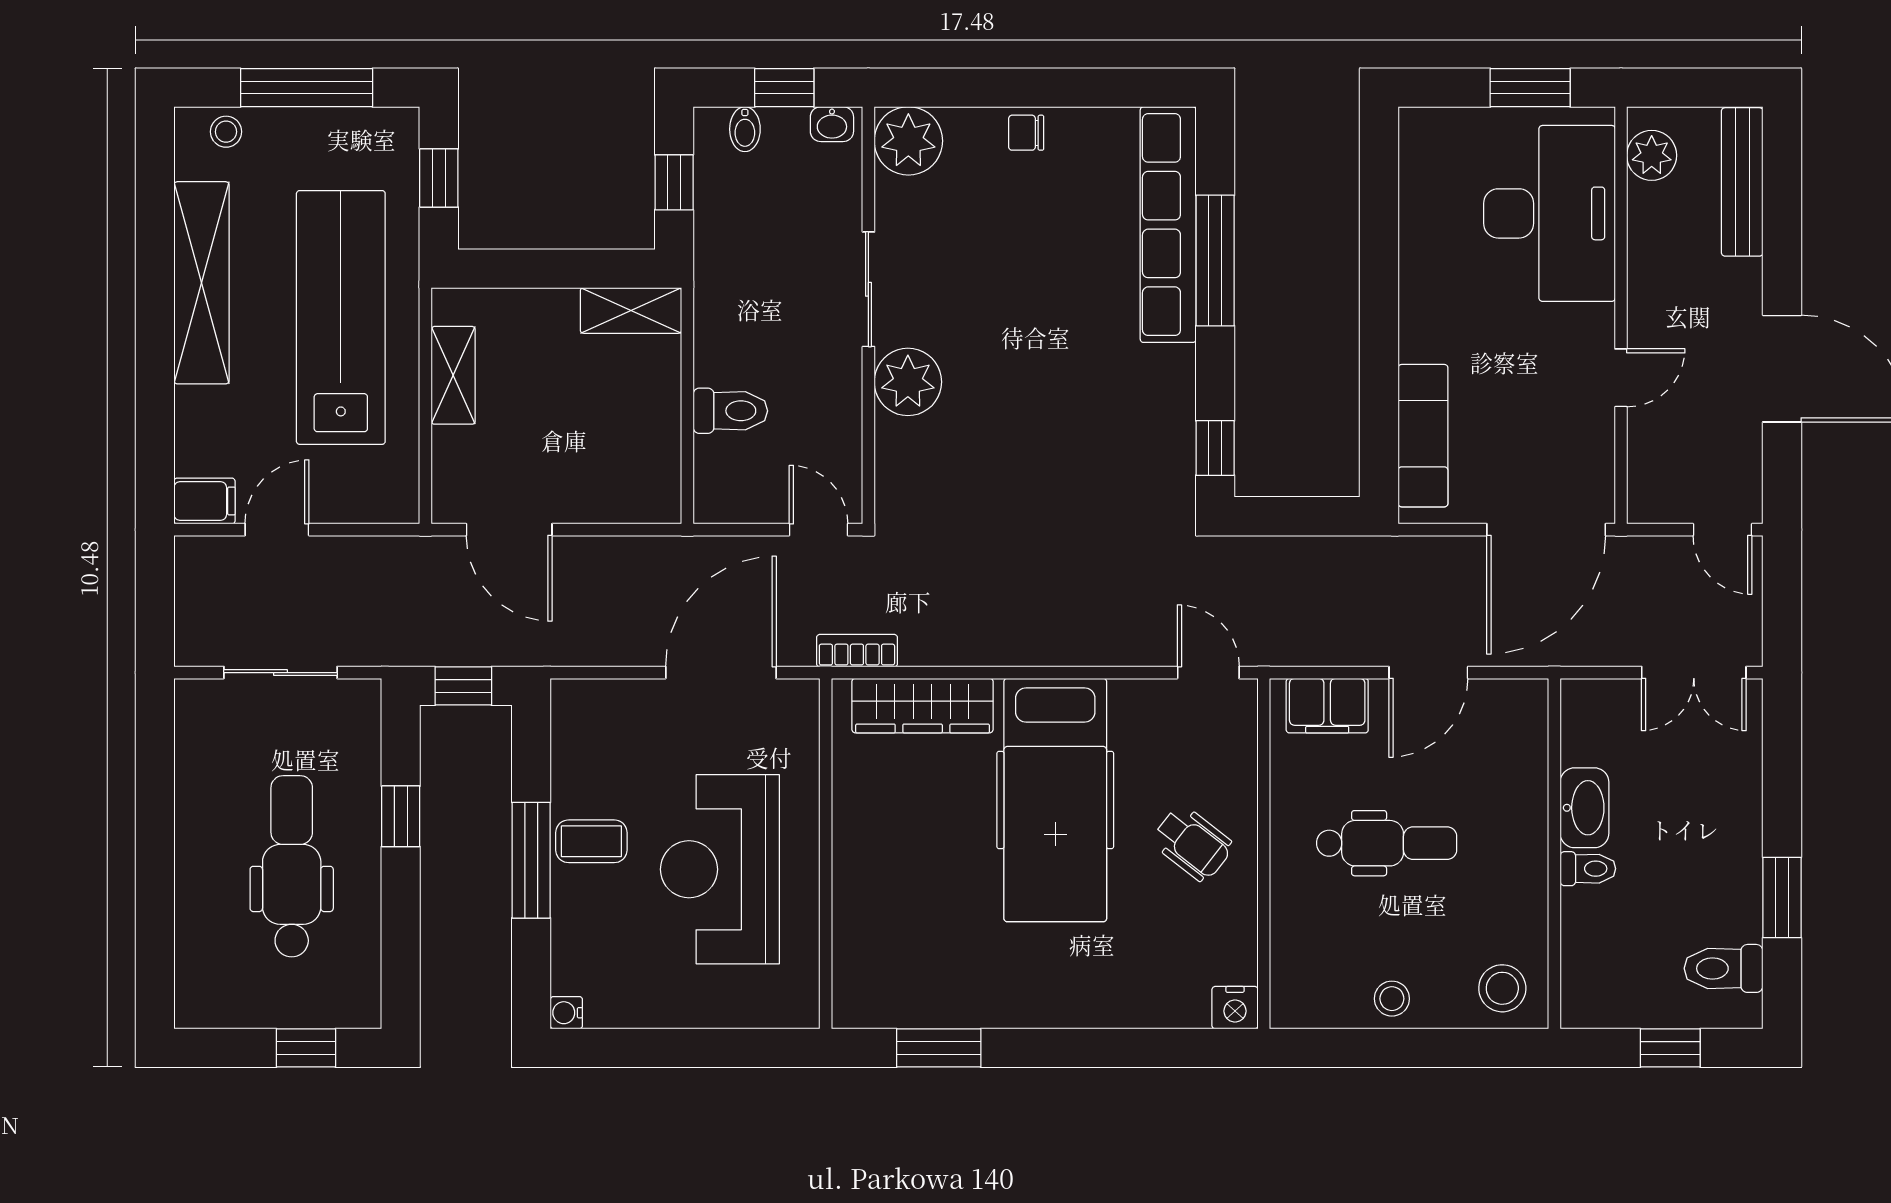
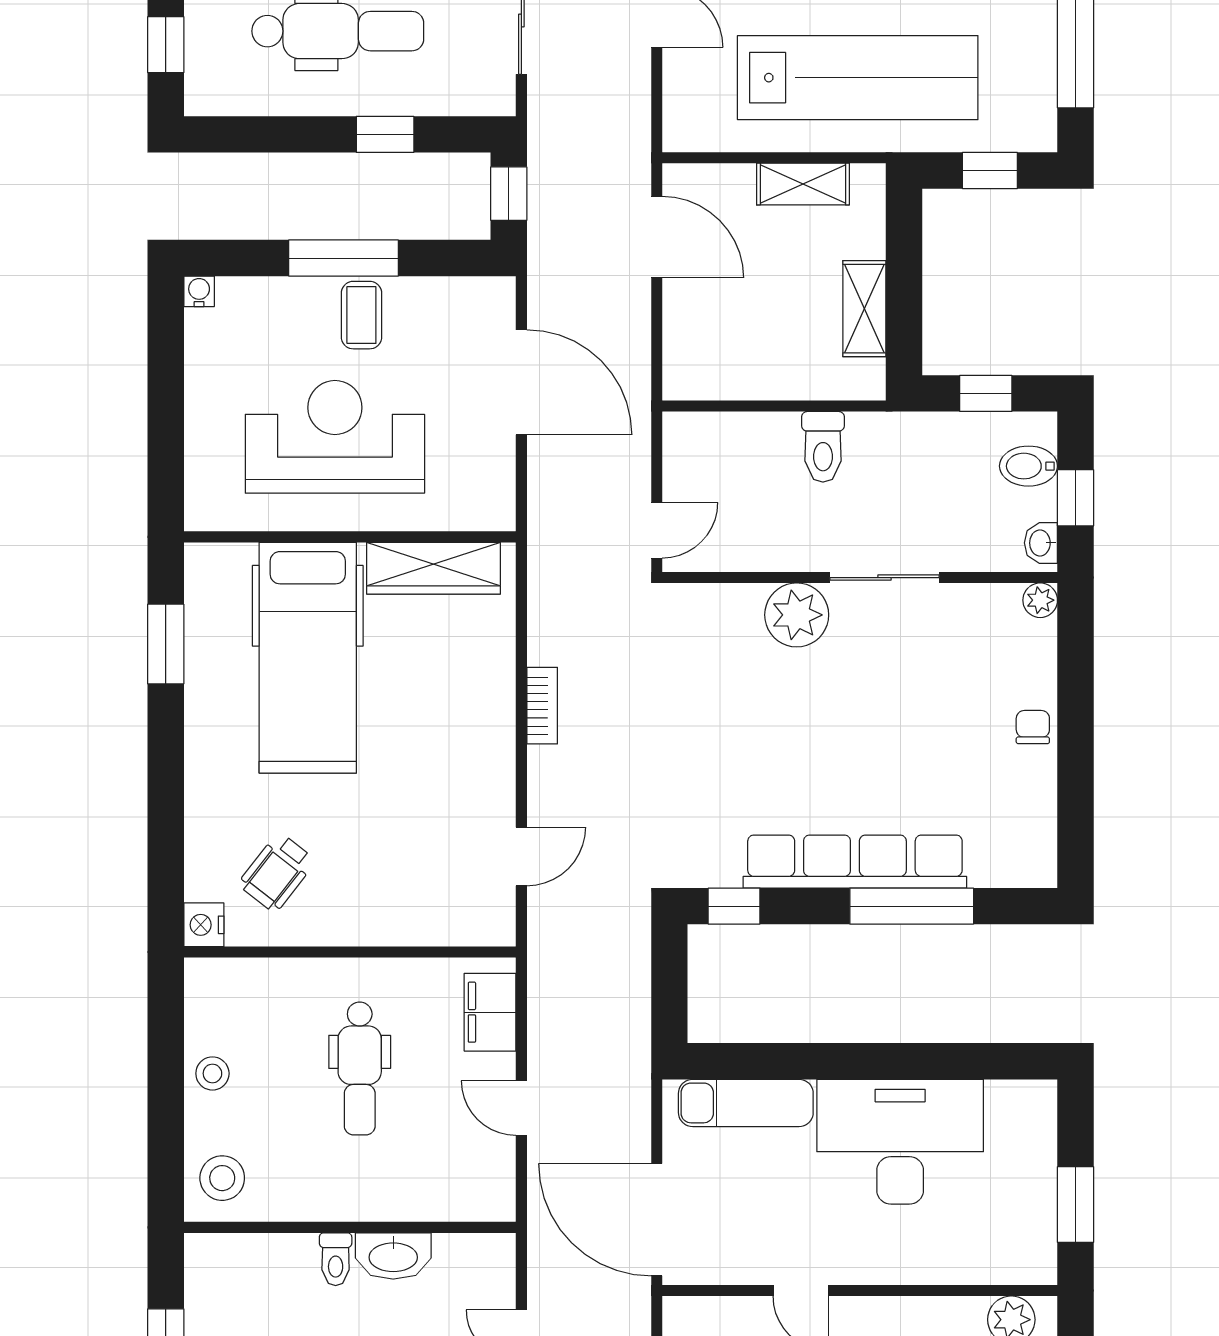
bidet: (745, 129) -> (1028, 466), width x1.38, depth x1.36
plant: (908, 141) -> (1040, 600), width x0.53, depth x0.53
desk: (1549, 213) -> (900, 1142), moved, turned 180
row of seats: (1168, 225) -> (855, 862), moved
shelving: (631, 310) -> (864, 309), moved
toilet: (730, 411) -> (823, 447), moved
door: (509, 530) -> (657, 237), swing flipped
bookcase: (857, 651) -> (542, 706), moved
door: (721, 673) -> (521, 382), moved
door: (1208, 673) -> (521, 856), moved
door: (1428, 673) -> (521, 1108), width x0.73
wardrobe: (923, 706) -> (434, 568), moved, turned -90
hospital bed: (1055, 800) -> (308, 658), moved, turned -90
wheelchair: (1192, 843) -> (277, 872), moved

